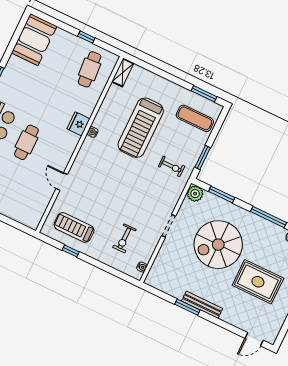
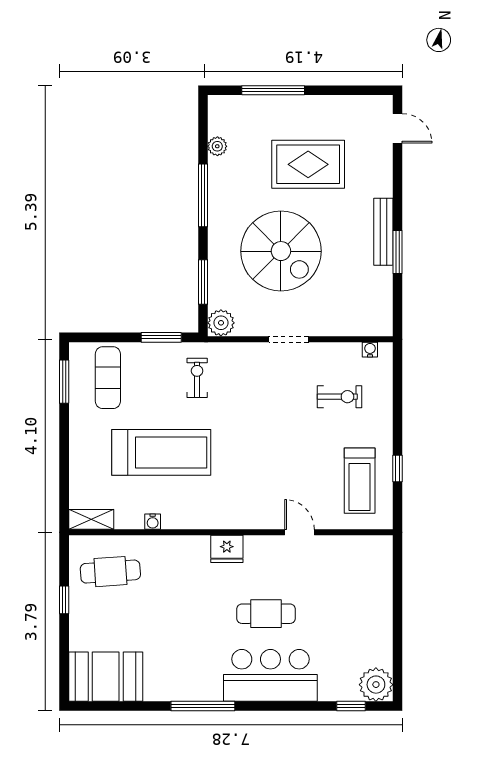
fridge: (78, 124) -> (227, 549), moved
water cooler: (93, 132) -> (153, 522), moved
door: (62, 182) -> (300, 532), swing flipped
rug: (258, 282) -> (308, 164), turned 90

